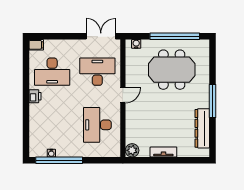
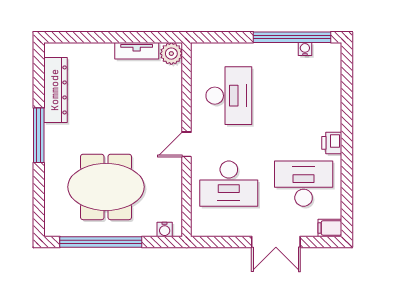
double door: (101, 36) -> (276, 242), moved
tv unit: (163, 152) -> (137, 51), moved

